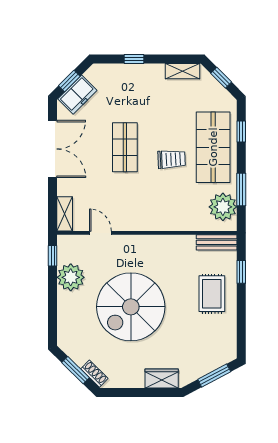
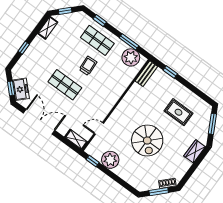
shop shelf: (213, 147) -> (97, 40), width x0.70, depth x0.74
rug: (212, 294) -> (179, 112), moved
spiral stairs: (131, 307) -> (147, 141), width x0.73, depth x0.73

